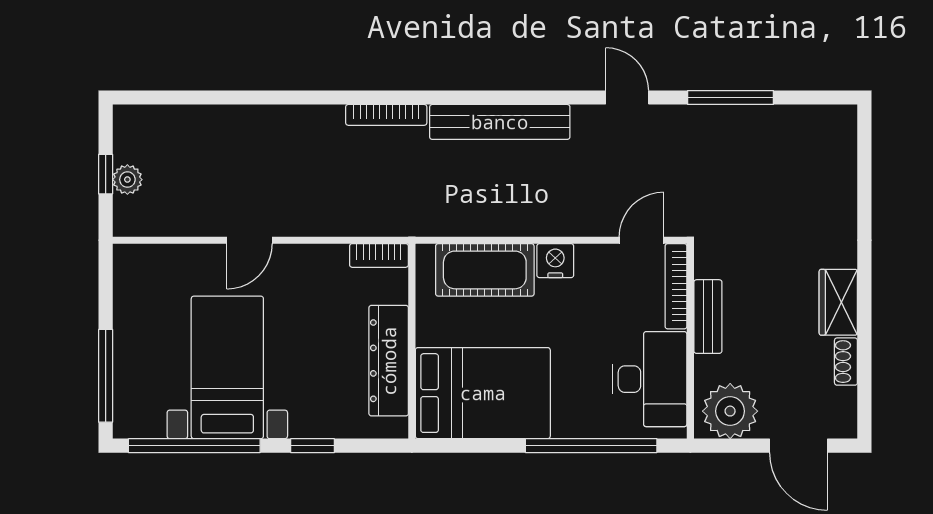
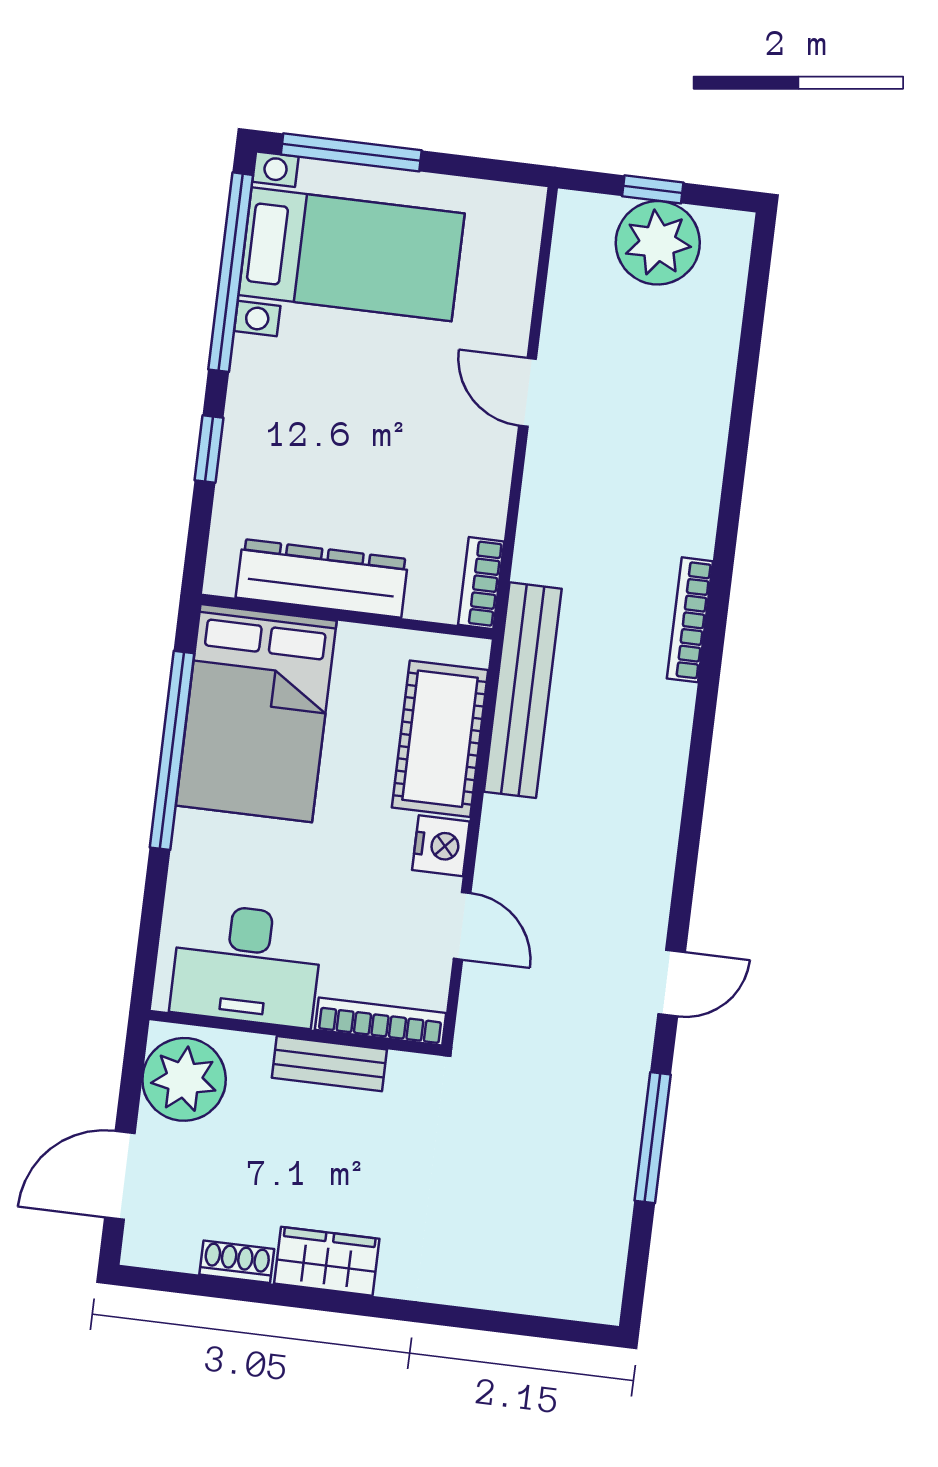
bench: (500, 122) -> (523, 690), moved
plant: (127, 180) -> (658, 243), width x1.87, depth x1.87
door: (641, 240) -> (462, 926), moved
bed with nightstands: (227, 367) -> (352, 254), moved
window: (591, 446) -> (172, 750), moved

